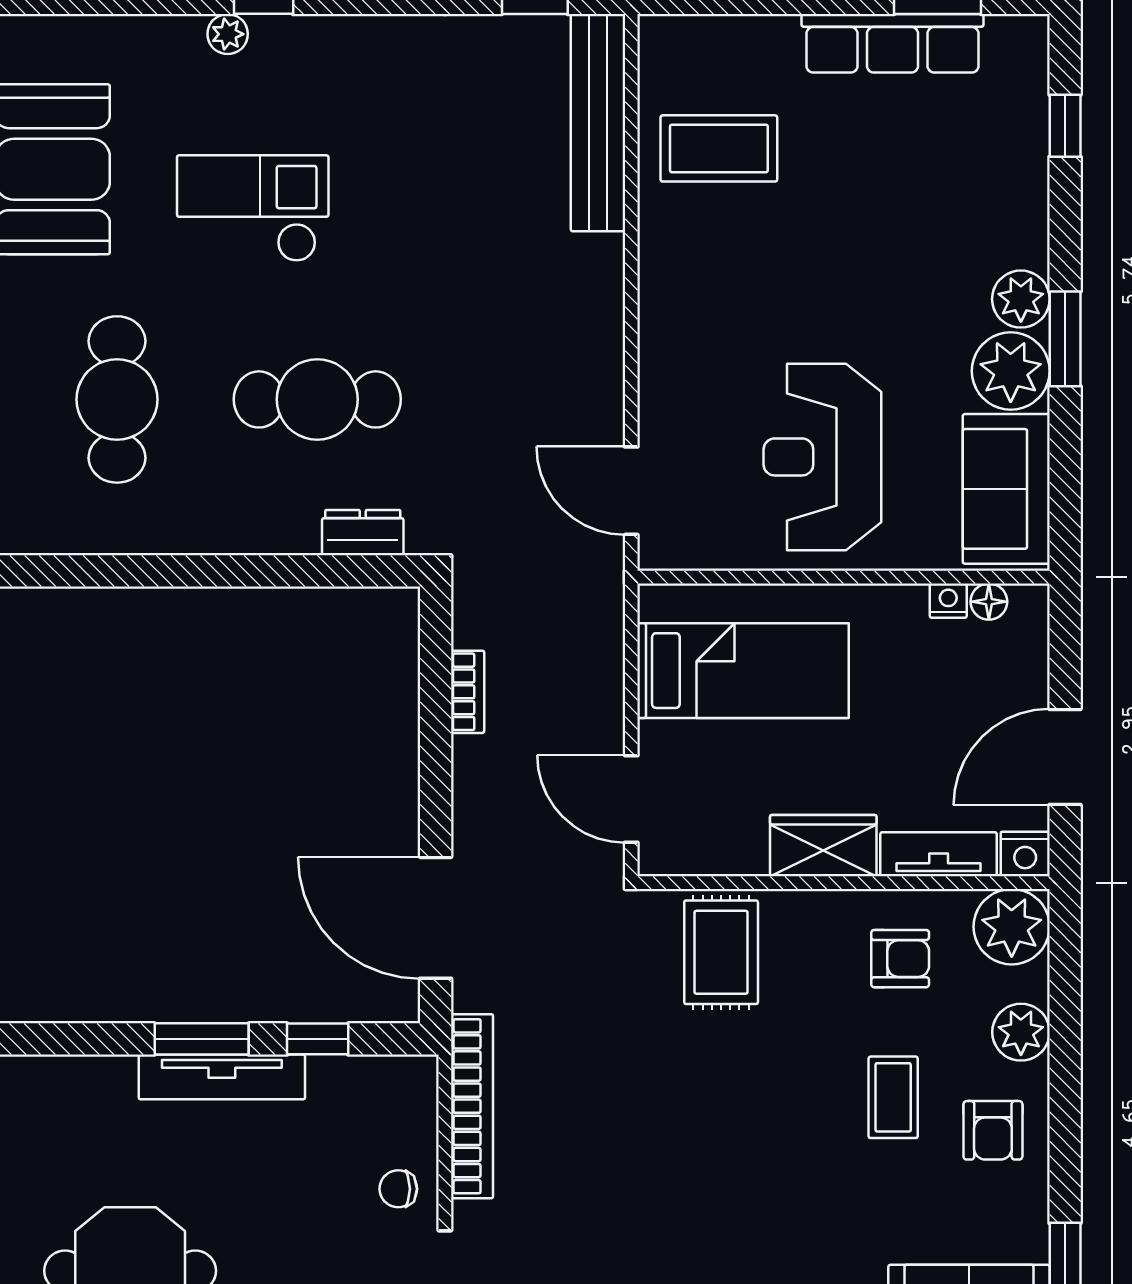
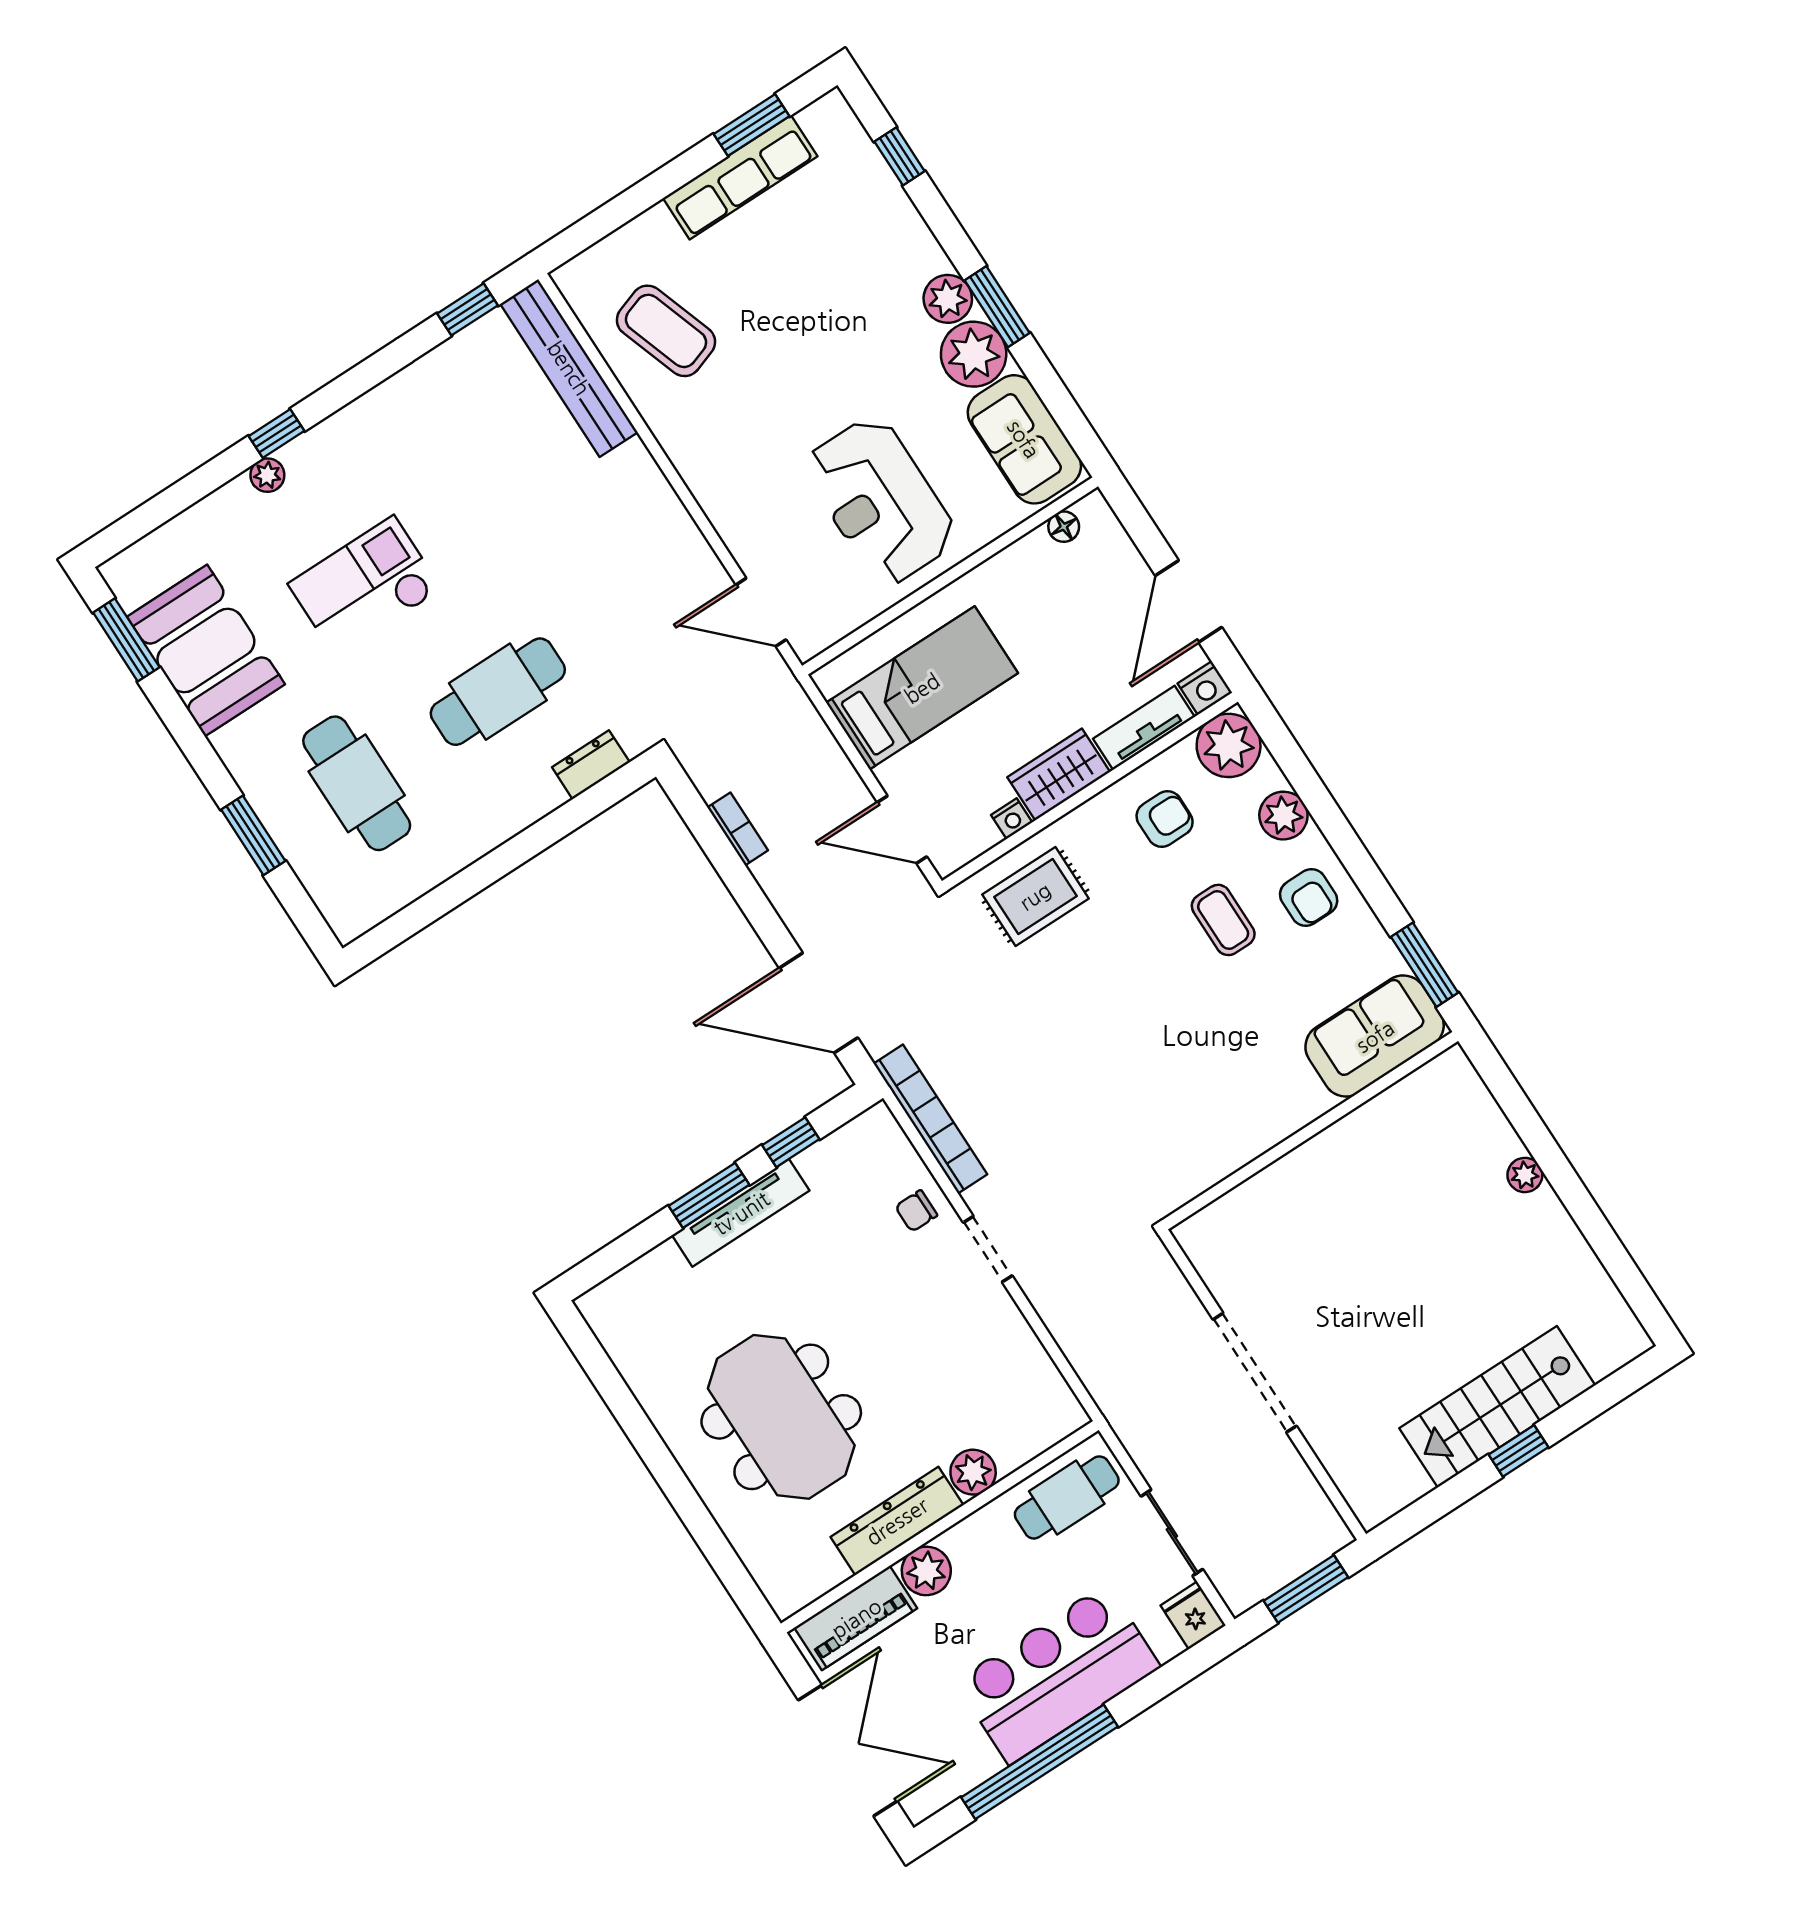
coffee table: (719, 148) -> (666, 331), turned 71
nightstand: (948, 601) -> (1012, 819), moved, turned 180
rug: (721, 952) -> (1035, 896), turned 90

